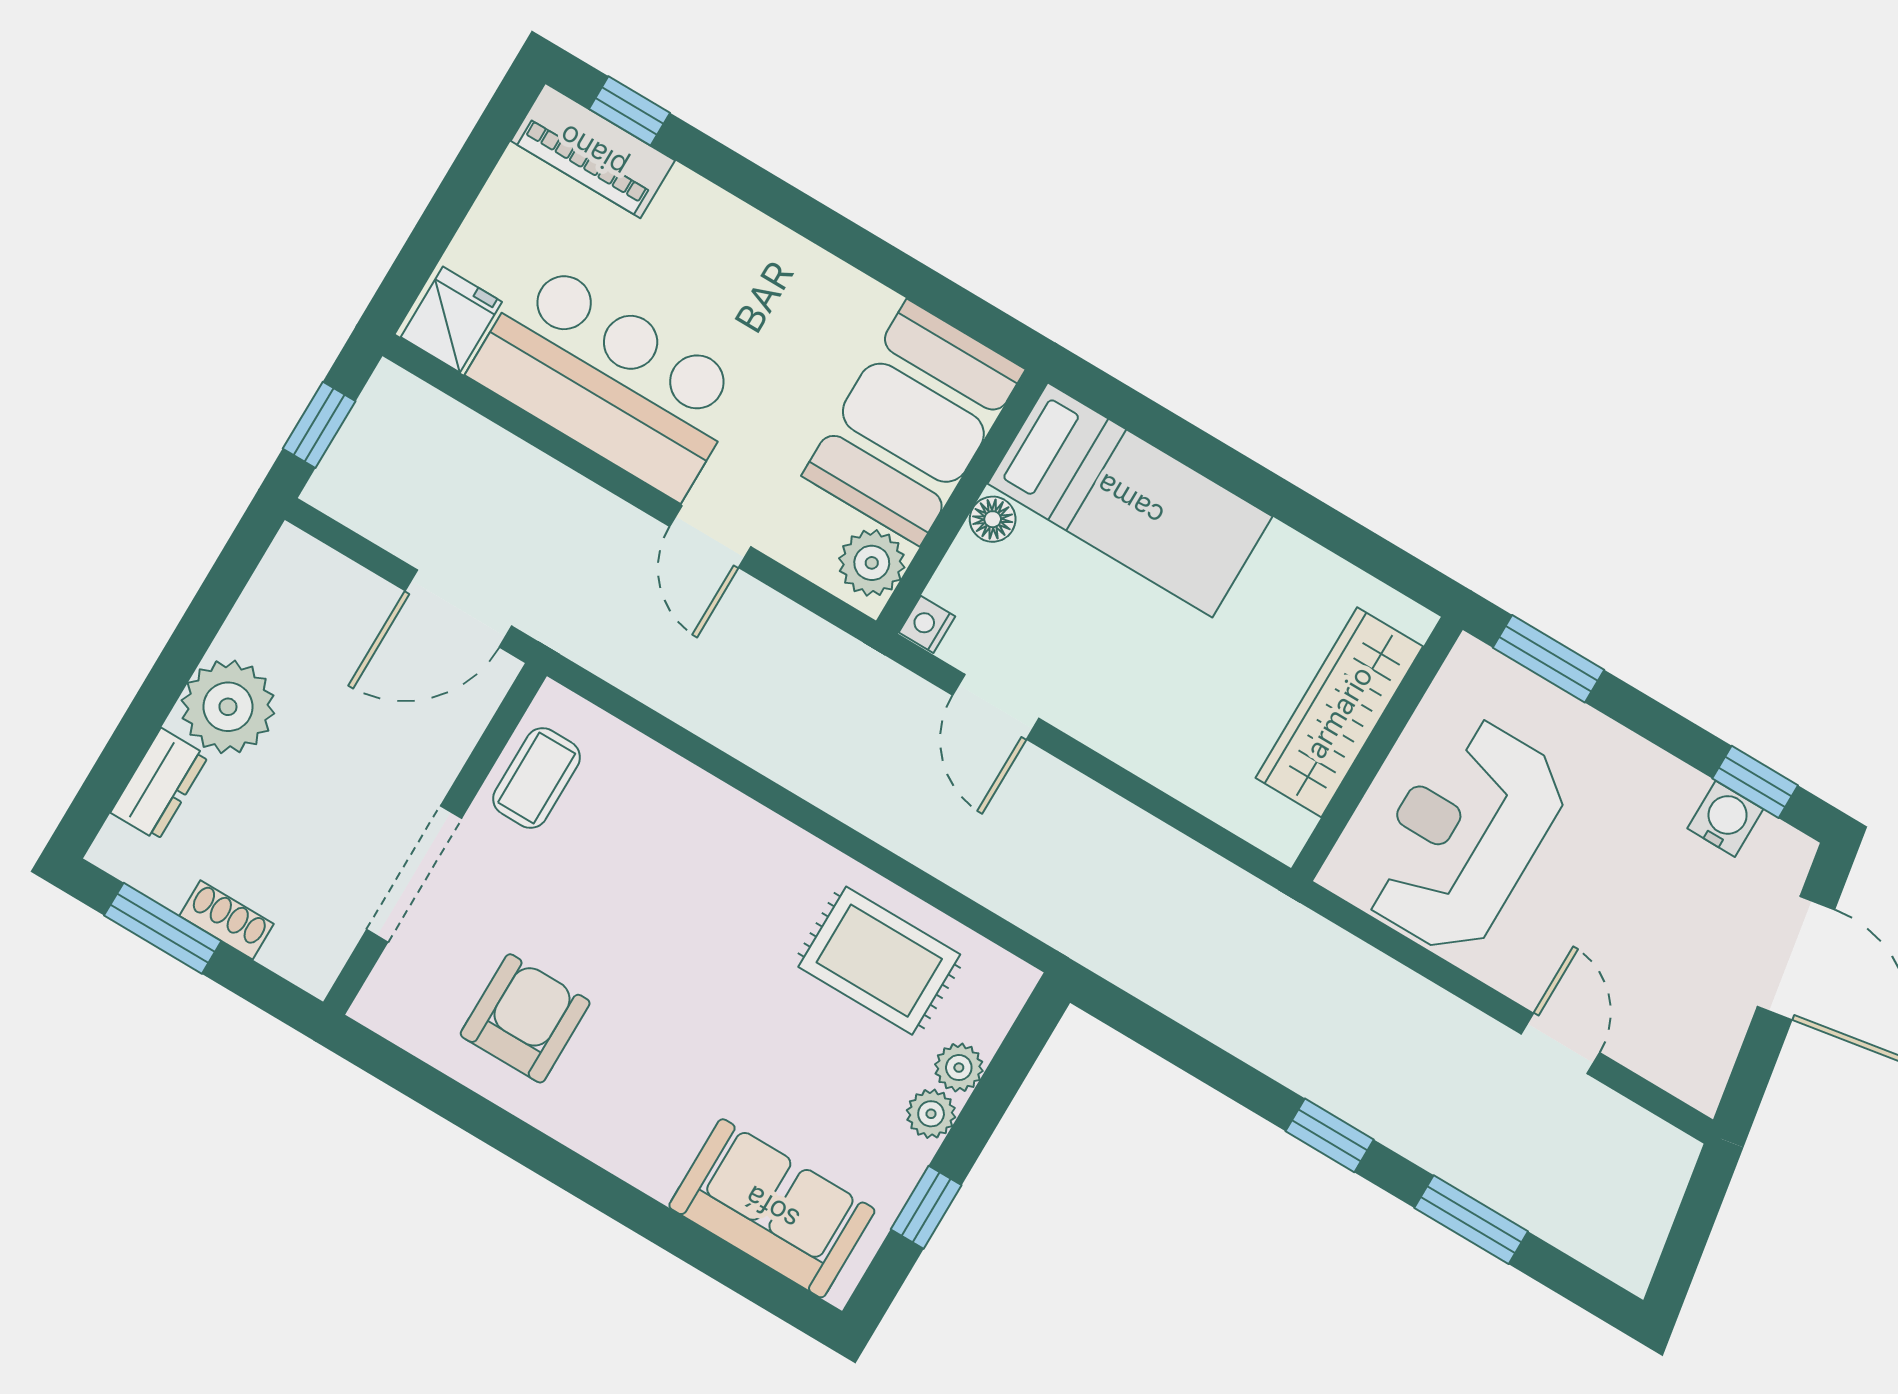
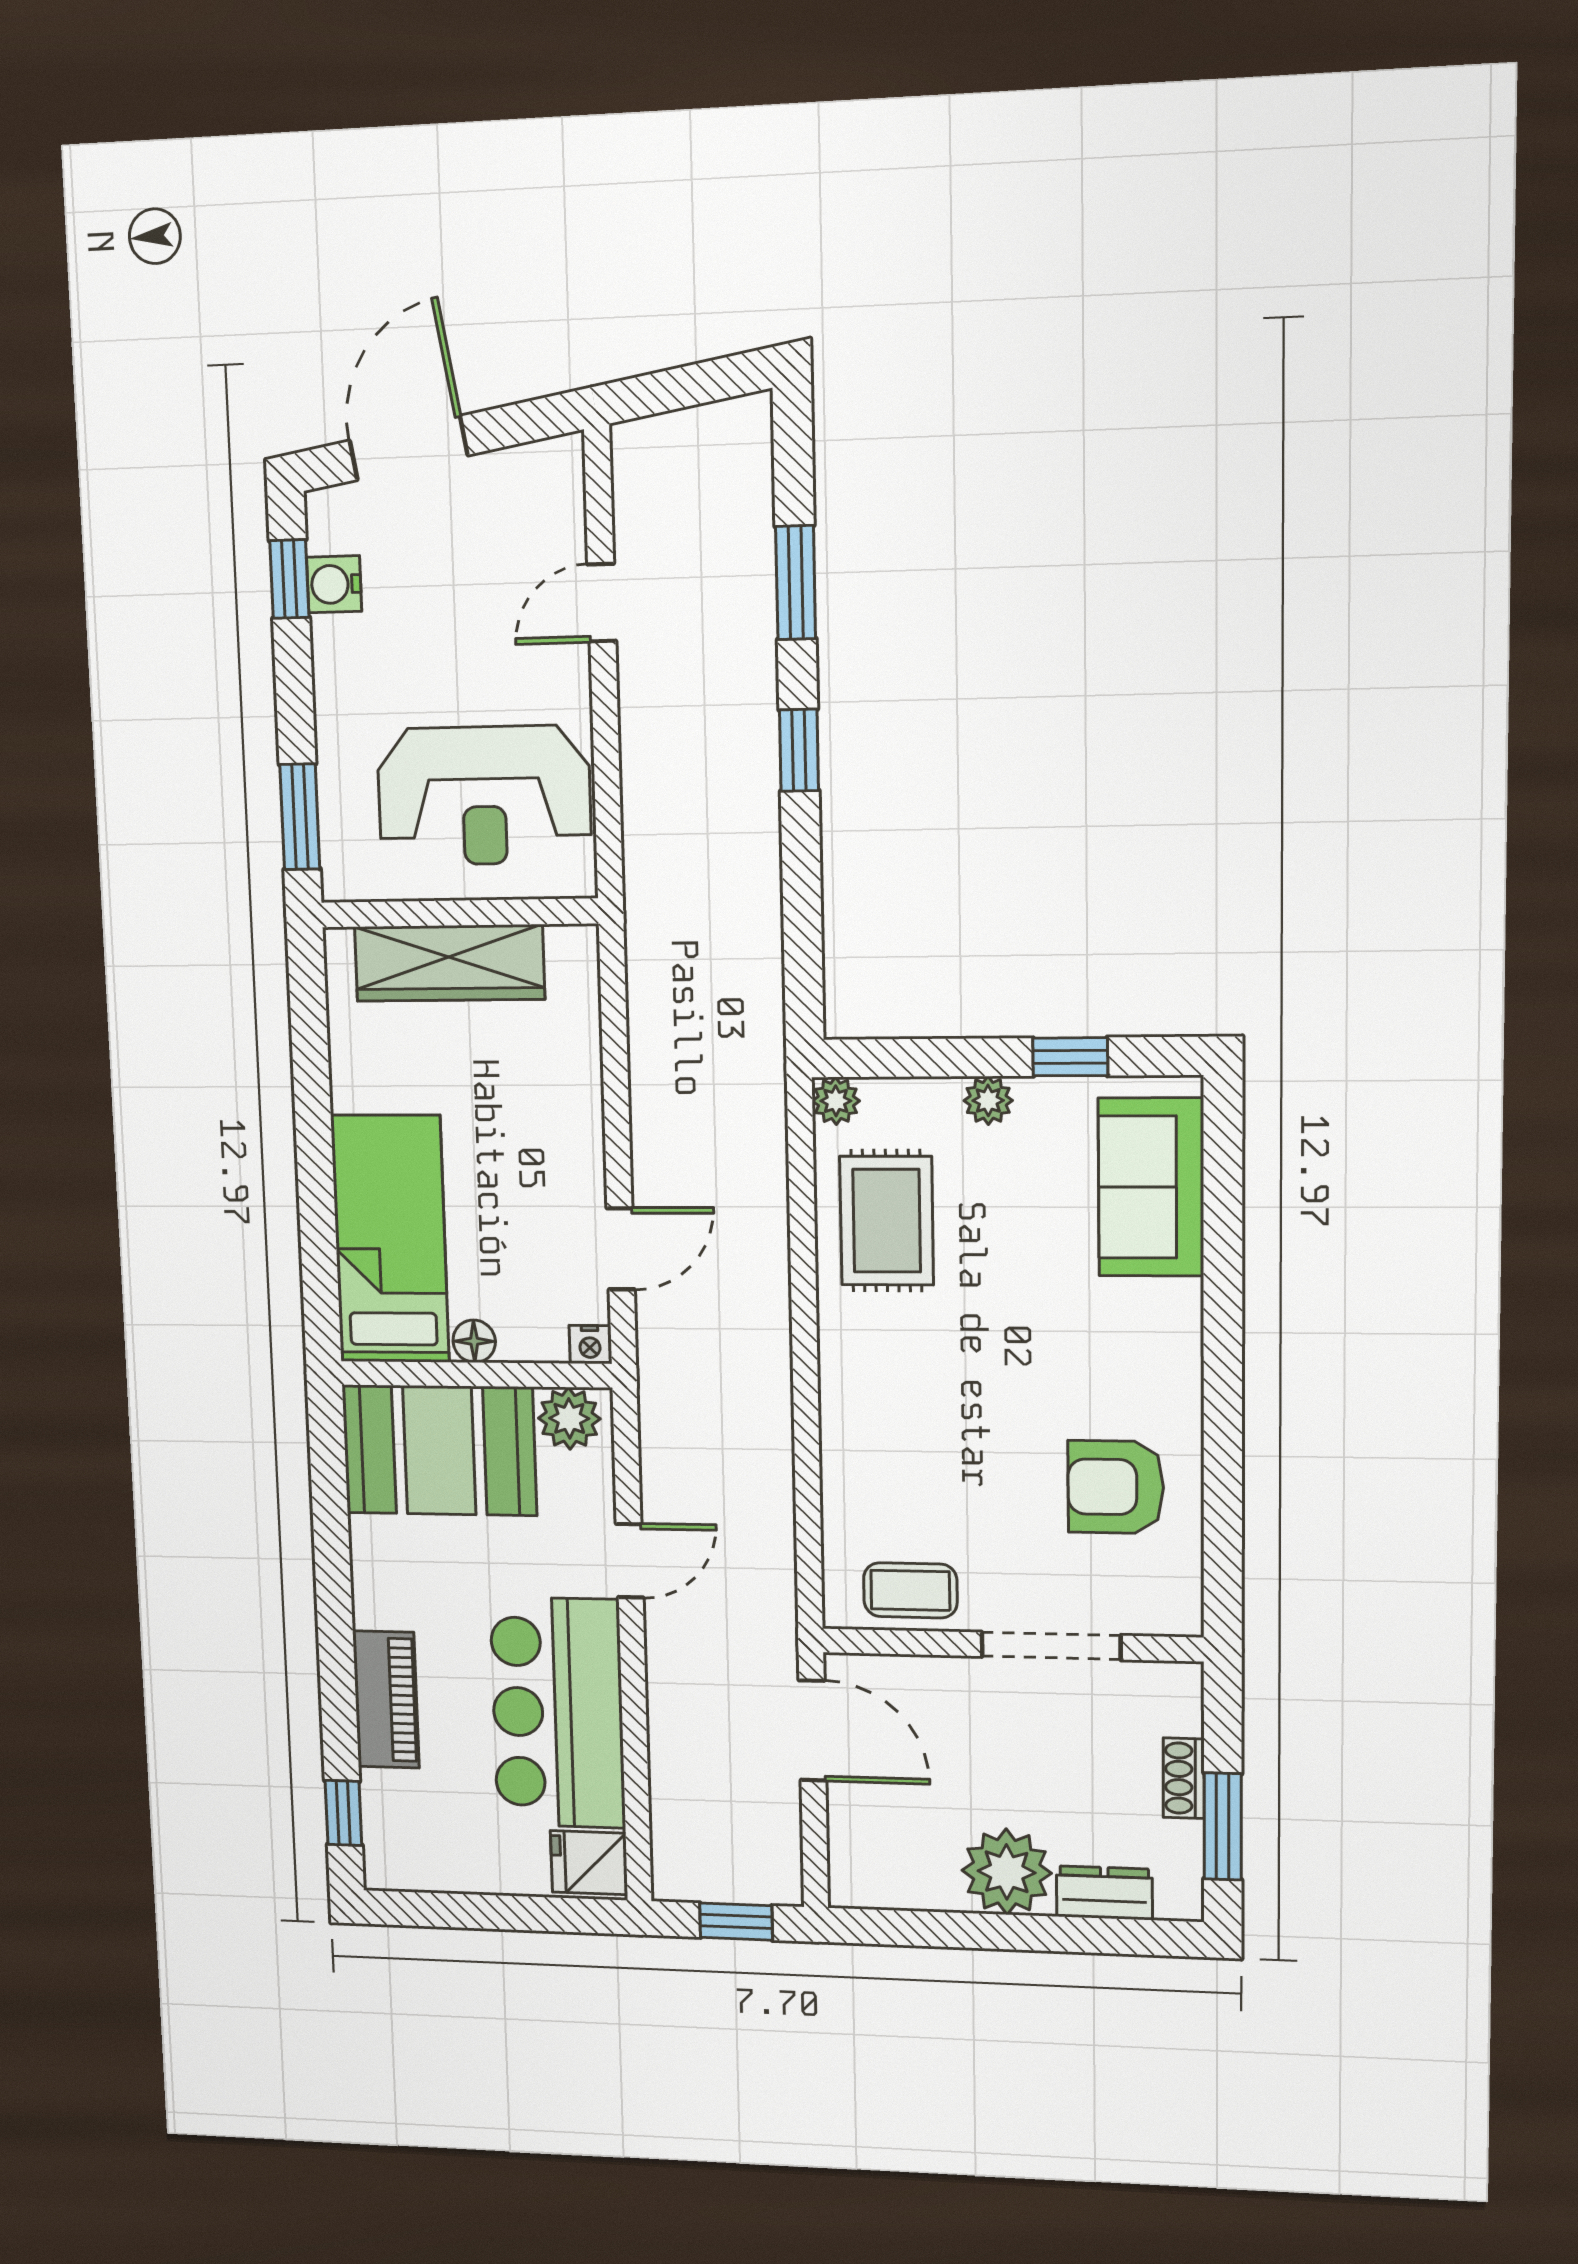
piano: (593, 151) -> (386, 1699), moved
plant: (959, 1068) -> (836, 1101), moved

